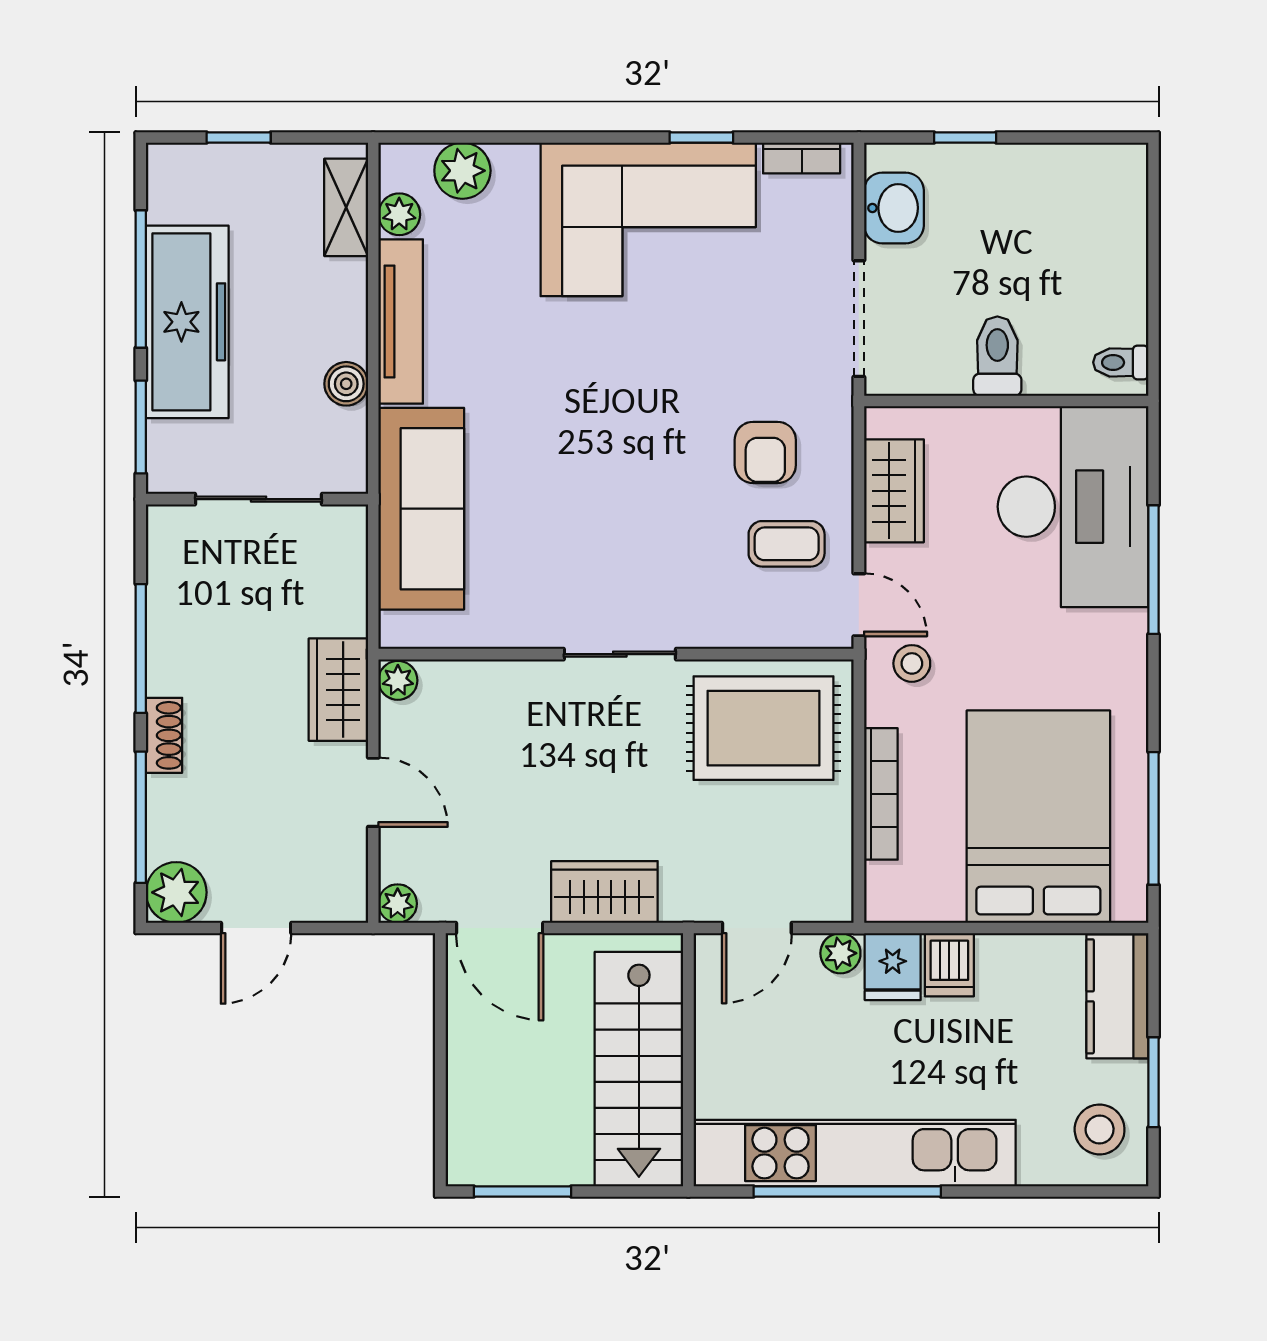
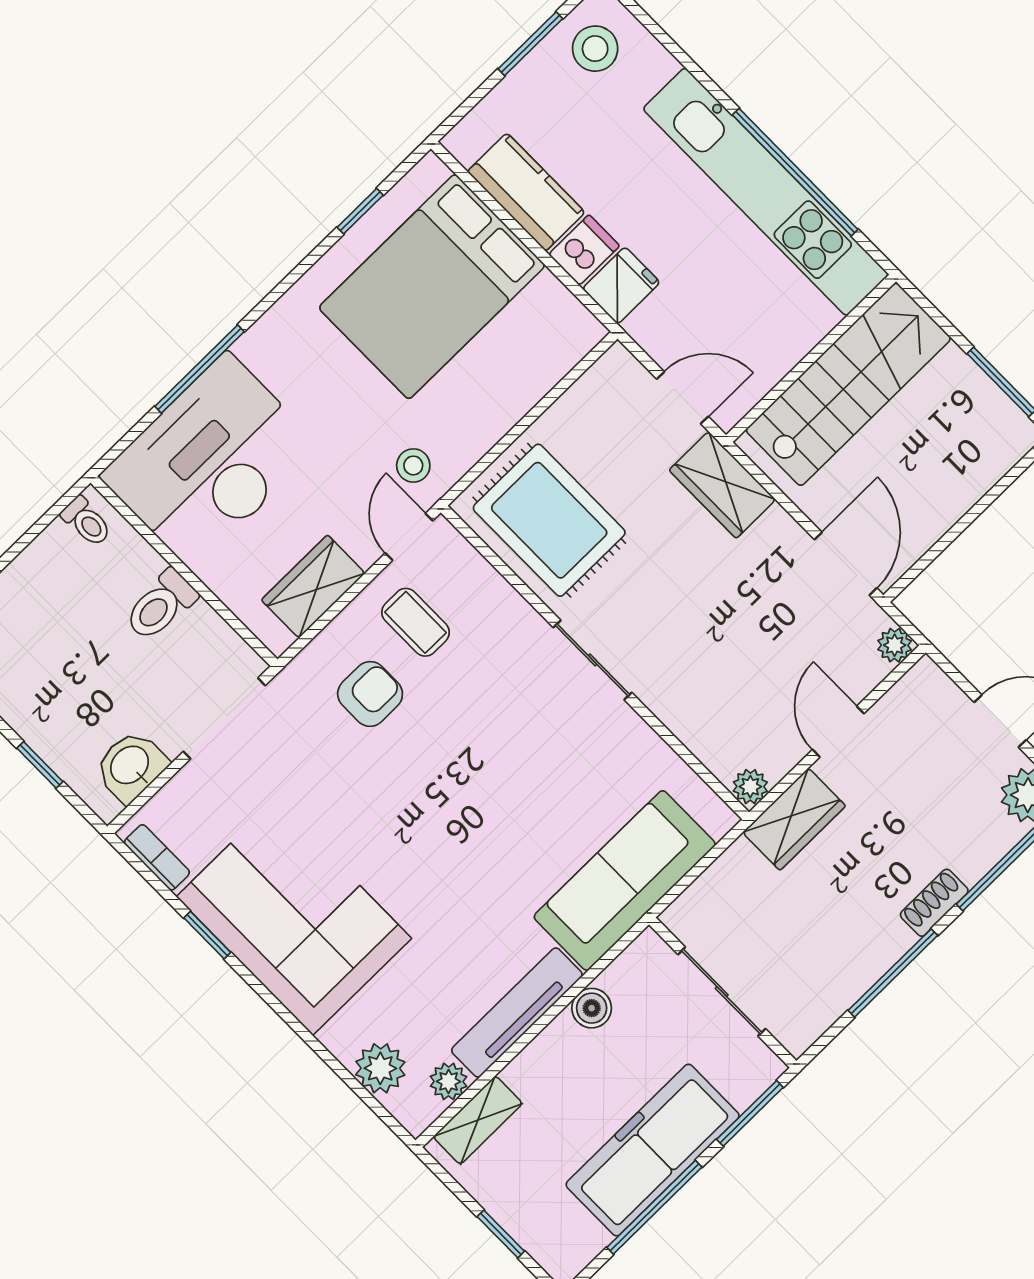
bookcase: (881, 794) -> (517, 403), removed
window: (1153, 818) -> (360, 211), width x0.46
wardrobe: (604, 892) -> (722, 485), moved
plant: (840, 953) -> (646, 328), removed
kitchen counter: (1117, 996) -> (526, 192), moved, turned -90

